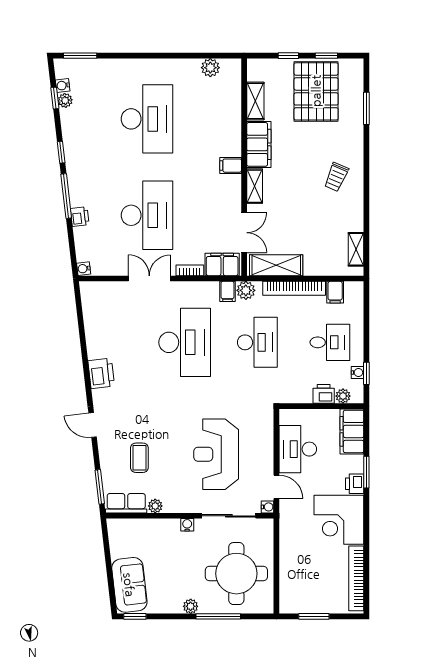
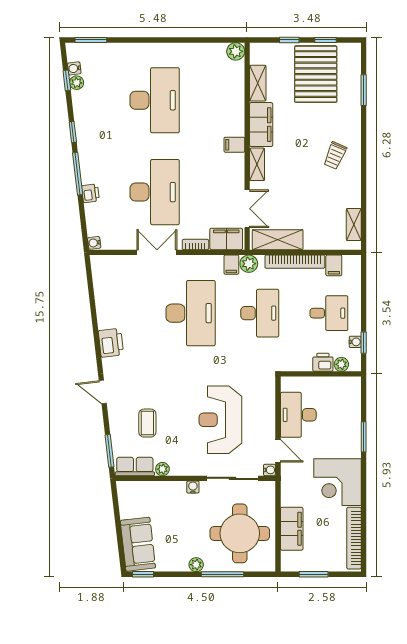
plant: (210, 68) -> (236, 51), moved
filing cabinet: (352, 431) -> (292, 529), moved, turned 180
printer: (355, 484) -> (352, 448), removed

